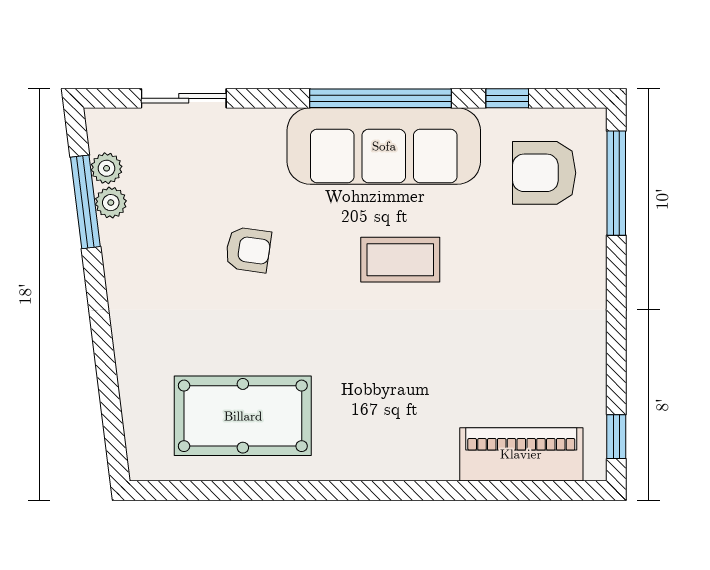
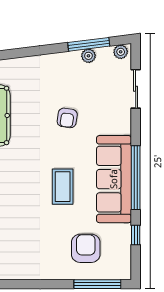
plant: (107, 168) -> (121, 52), moved
armchair: (544, 173) -> (86, 248), moved

